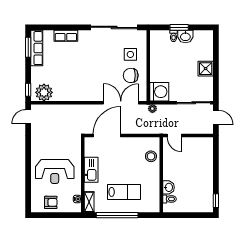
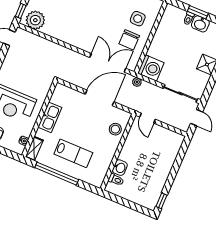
chair: (131, 75) -> (129, 40), turned -90
door: (107, 135) -> (100, 98), moved

